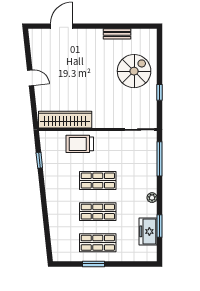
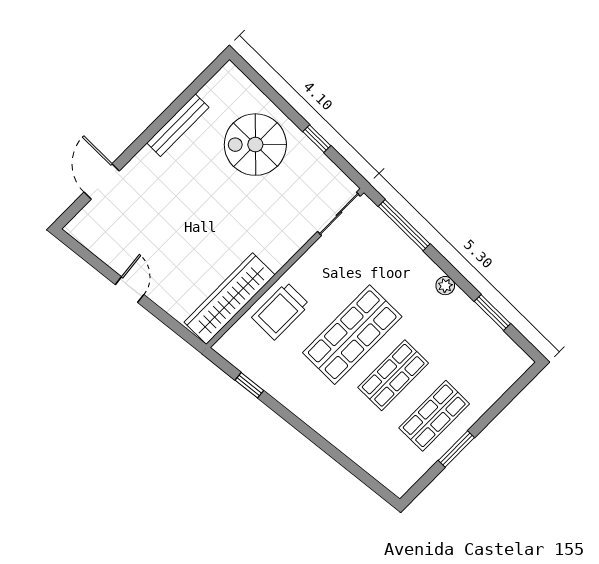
bench: (117, 34) -> (178, 125), width x1.36
spiral stairs: (134, 71) -> (255, 145), turned -90
door: (31, 78) -> (130, 290), hinge flipped
shop shelf: (98, 180) -> (352, 335), width x1.43, depth x1.36
freezer: (148, 231) -> (485, 335), removed

